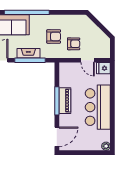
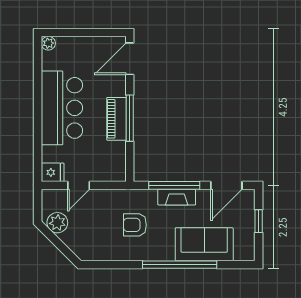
plant: (101, 38) -> (57, 223), added
armchair: (74, 44) -> (102, 213), removed
door: (88, 60) -> (79, 185), swing flipped

